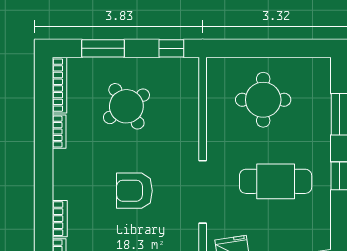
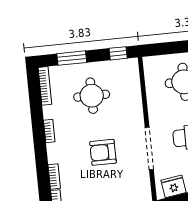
round table: (126, 106) -> (92, 96), turned 34
bookcase: (59, 132) -> (49, 131), moved

